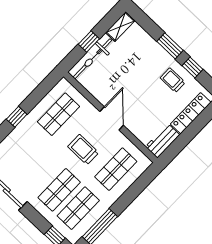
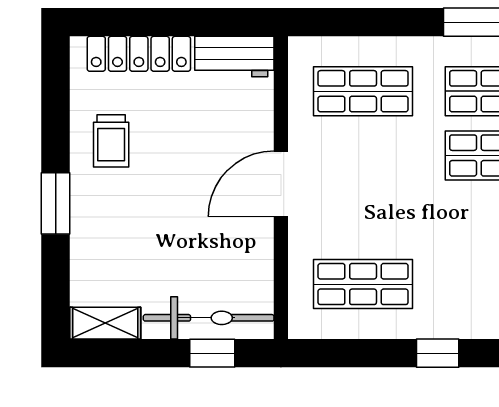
window: (89, 41) -> (212, 353), moved
window: (192, 68) -> (56, 127), removed
trolley: (83, 150) -> (384, 181), removed

